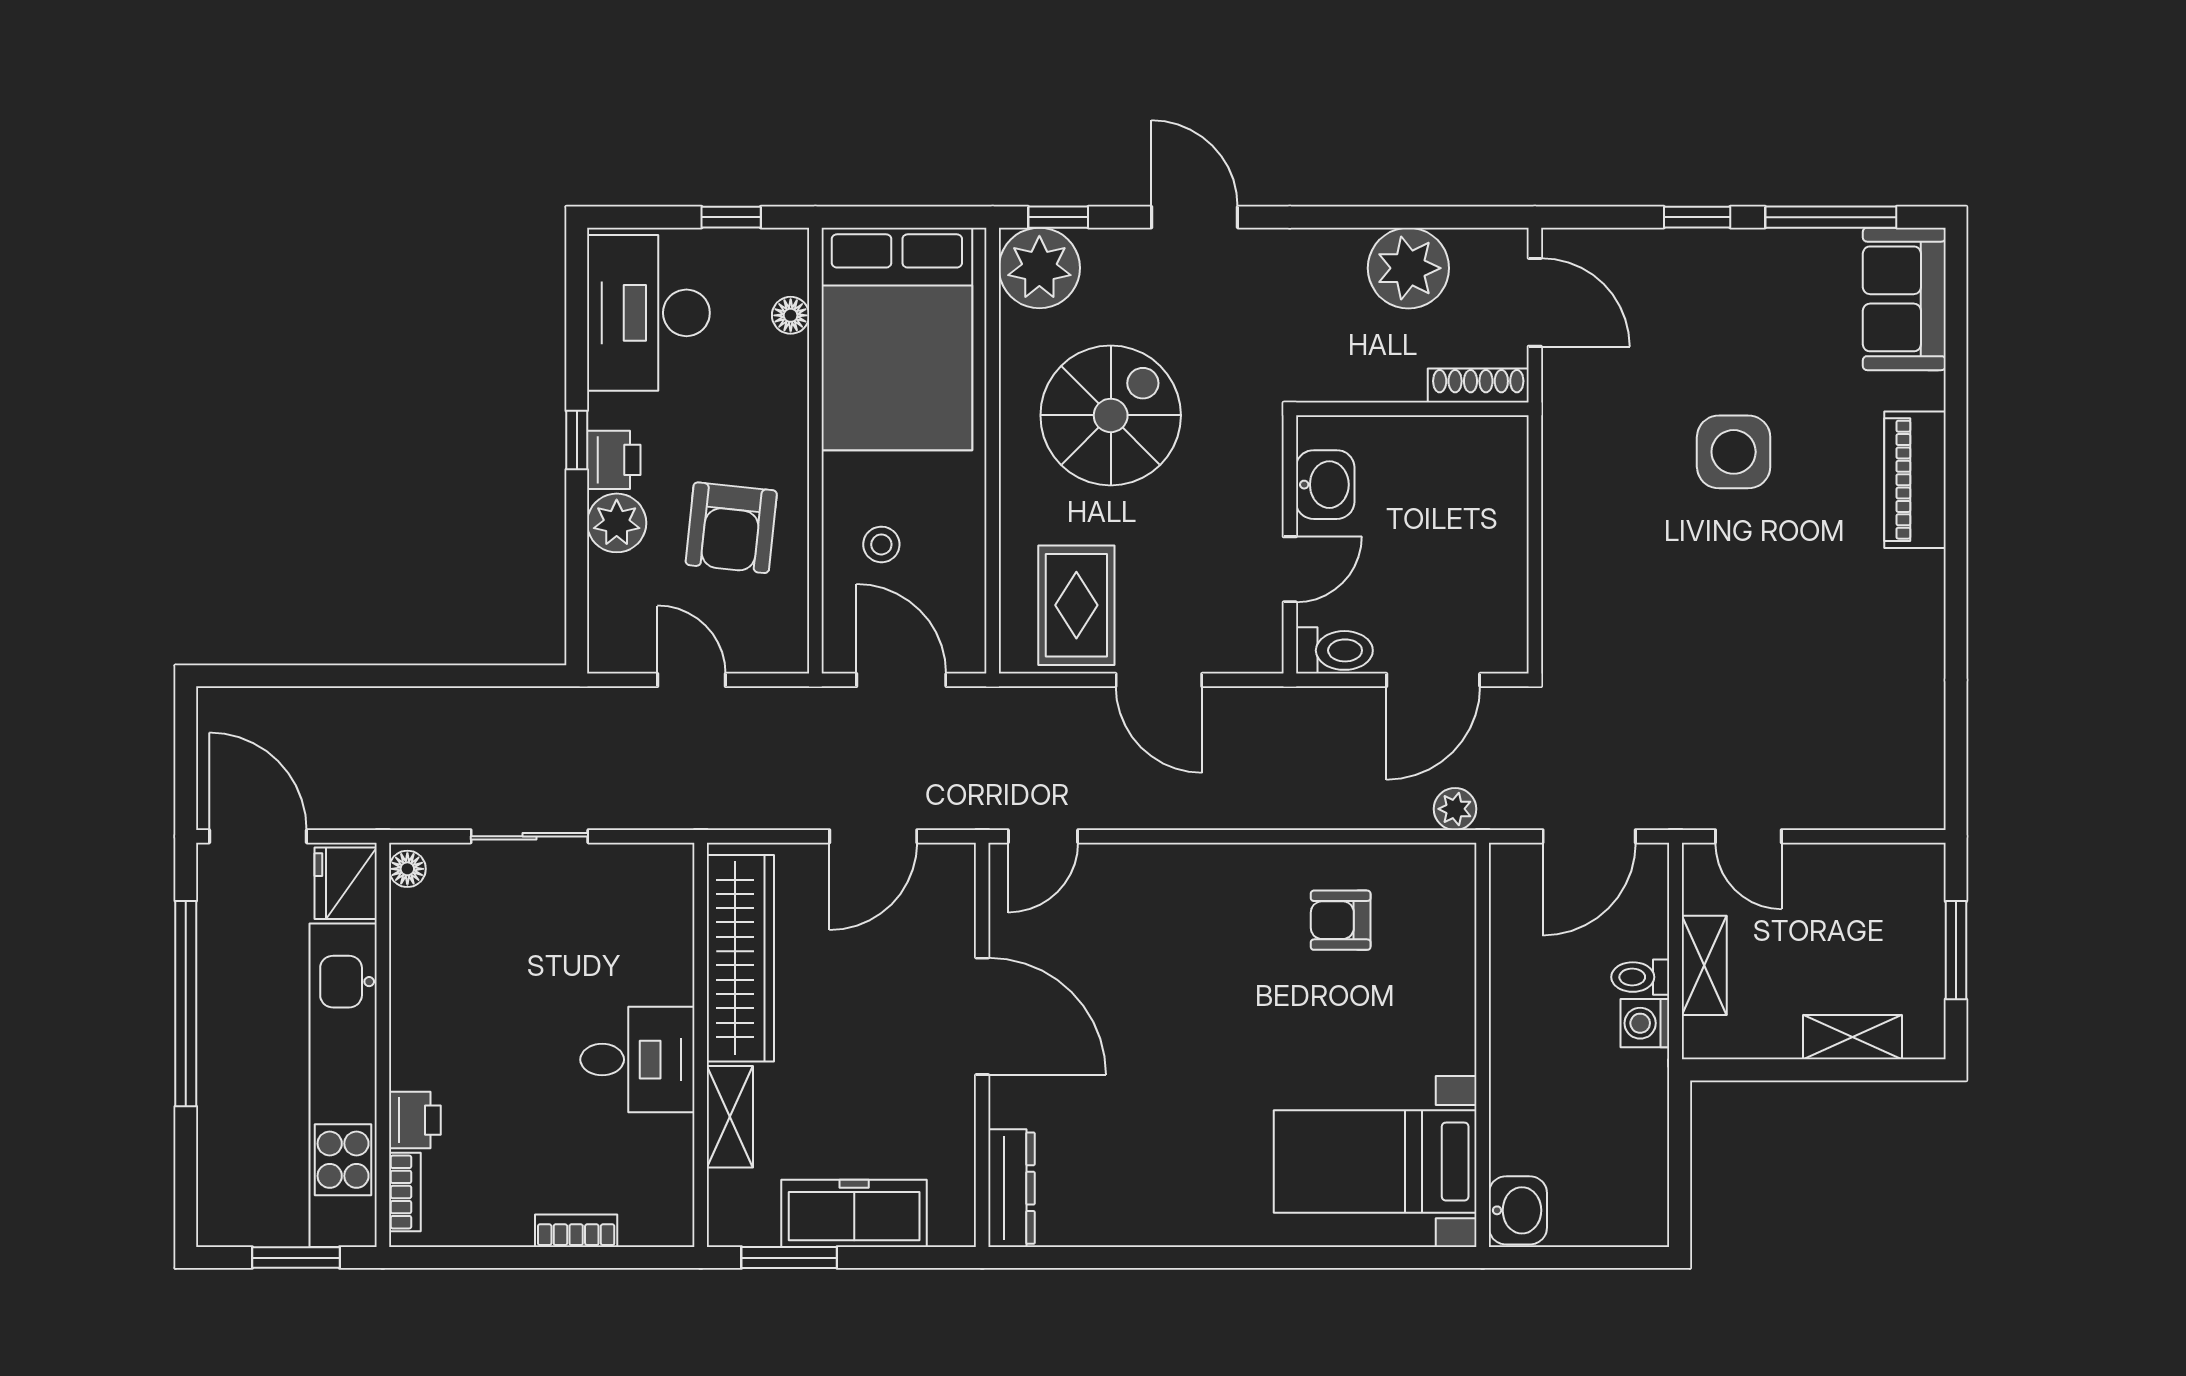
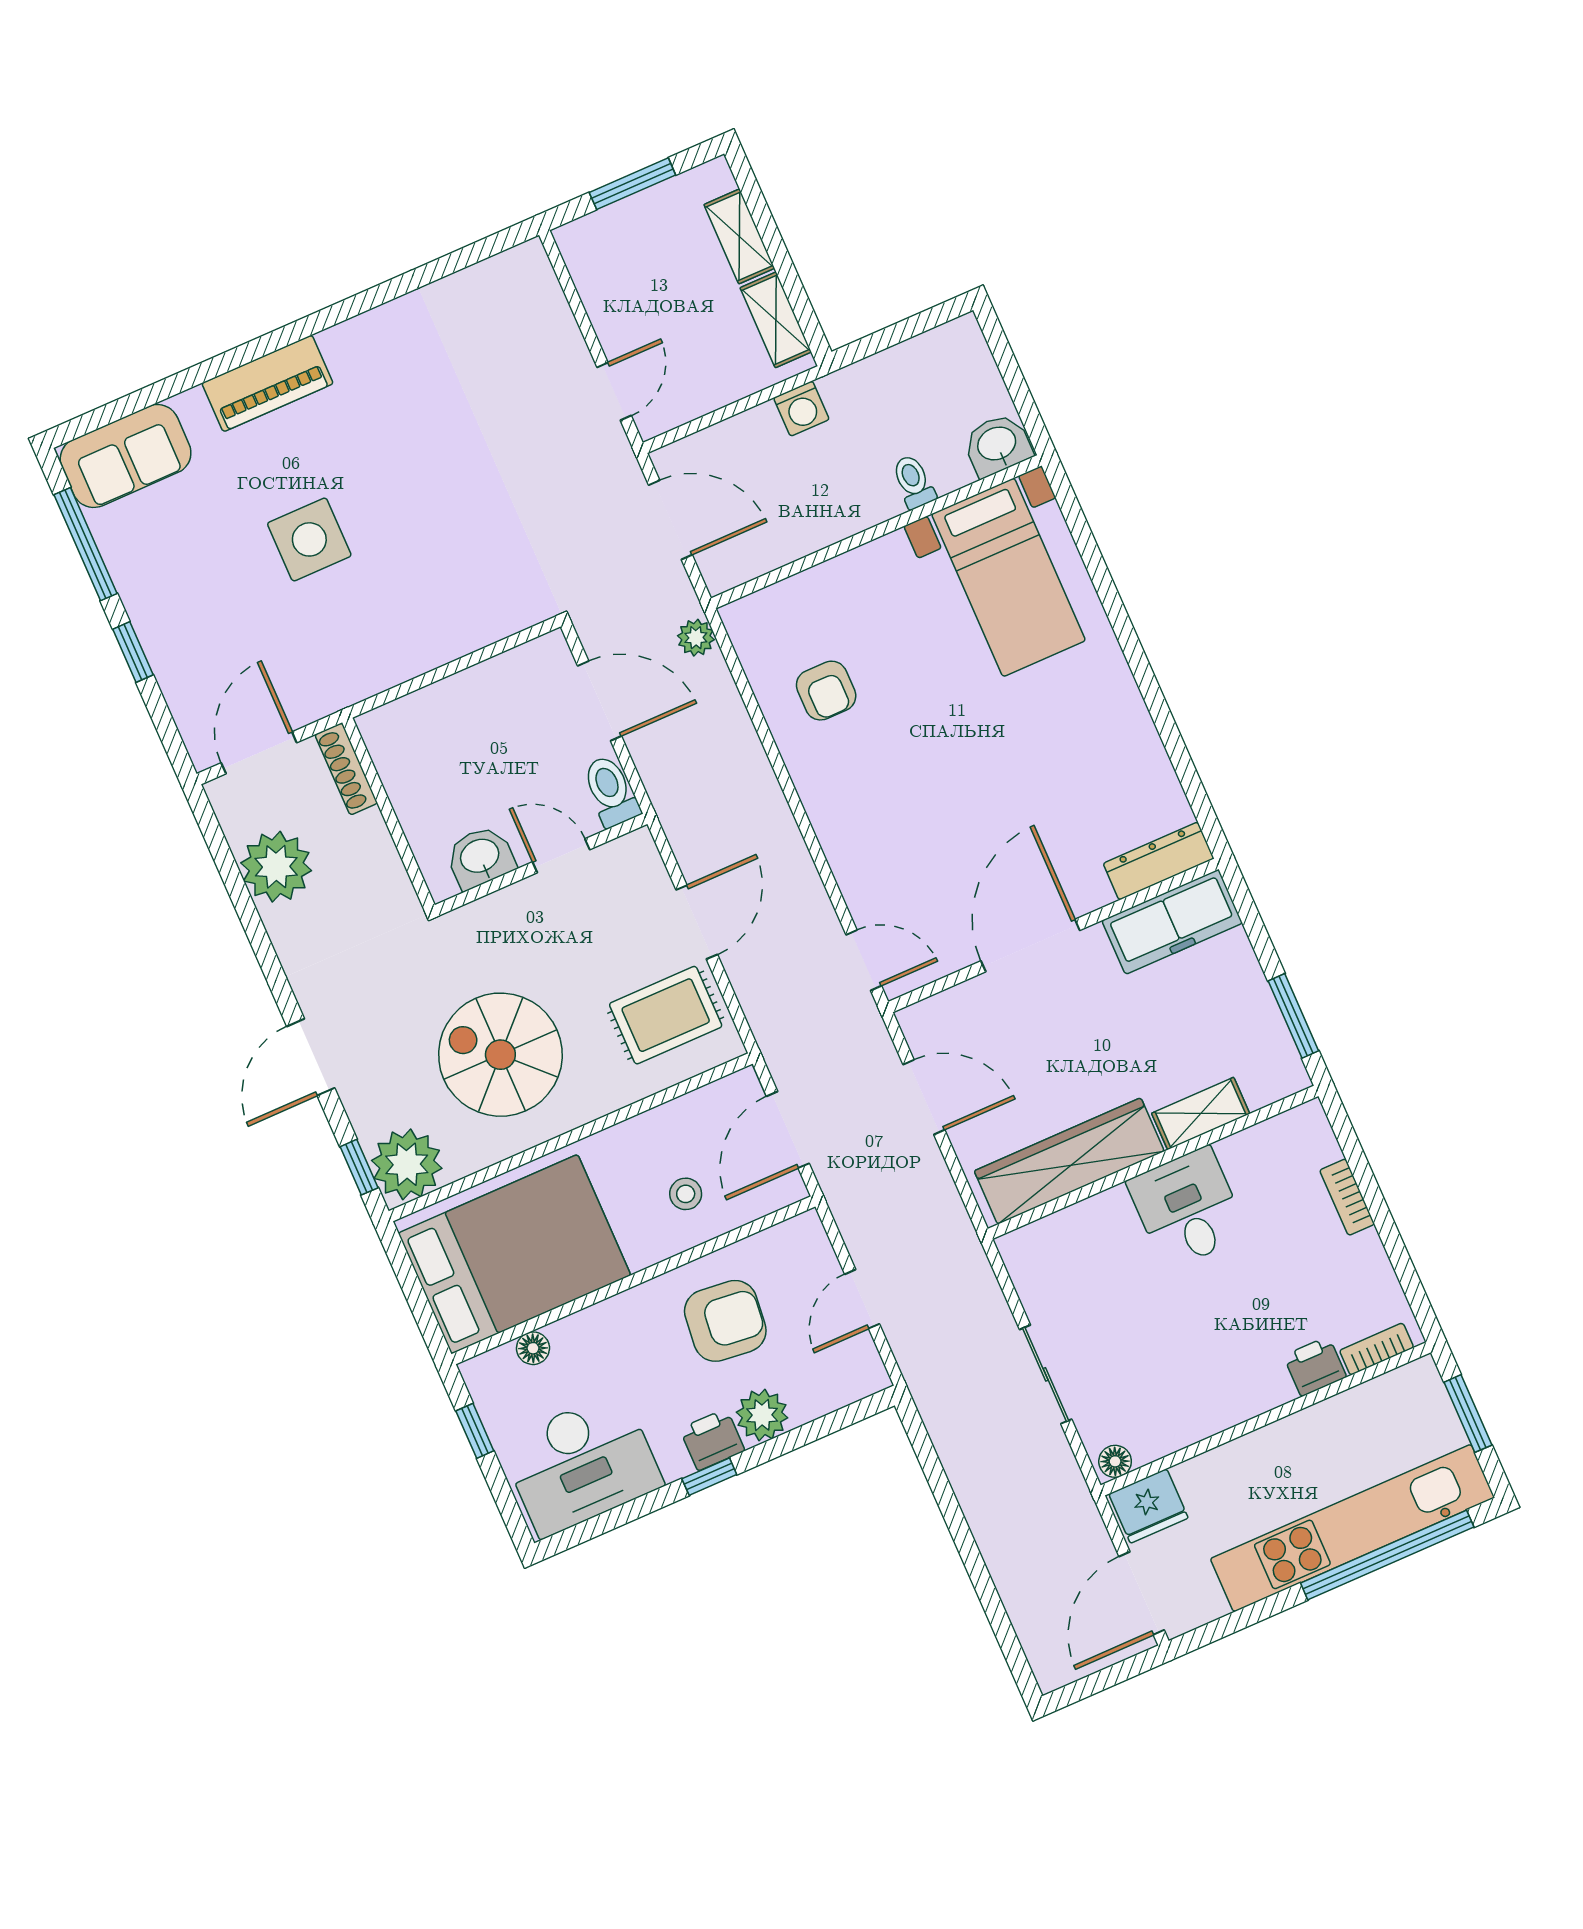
shelving: (1704, 965) -> (776, 320), moved, turned 90
toilet: (1640, 977) -> (914, 482), moved, turned 180
window: (186, 1004) -> (1387, 1555), moved
kitchen unit: (343, 1085) -> (1352, 1528), moved, turned 180
freezer: (854, 1213) -> (1172, 922), moved, turned -90

